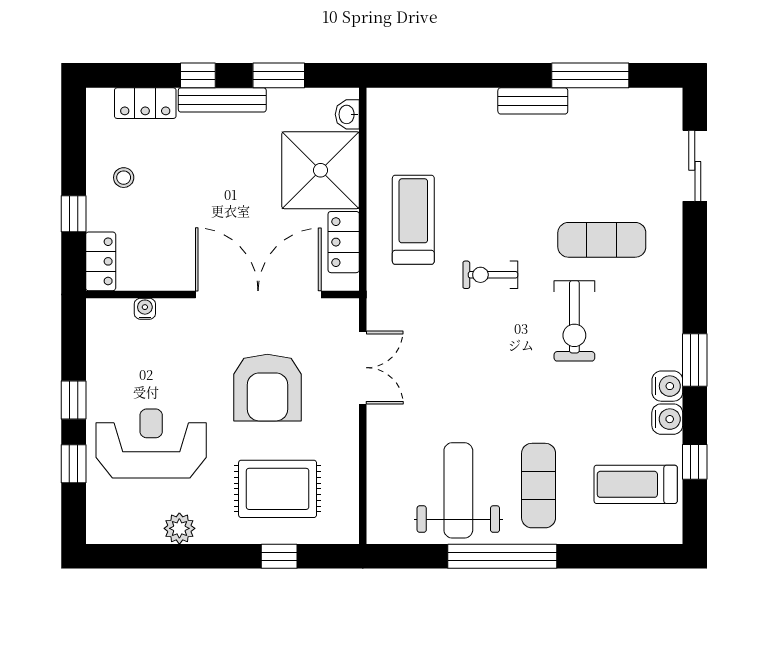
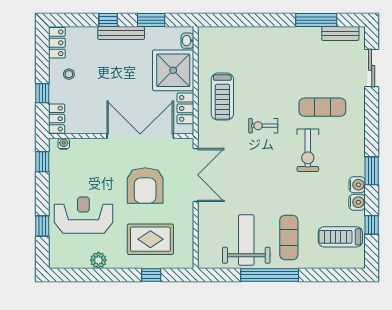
bench: (533, 101) -> (340, 34), moved
locker: (145, 103) -> (57, 43), moved, turned -90
treadmill: (413, 220) -> (222, 97), turned 180
water cooler: (145, 309) -> (64, 144), moved
double door: (363, 368) -> (196, 175), width x1.37
window: (74, 400) -> (42, 162), moved

